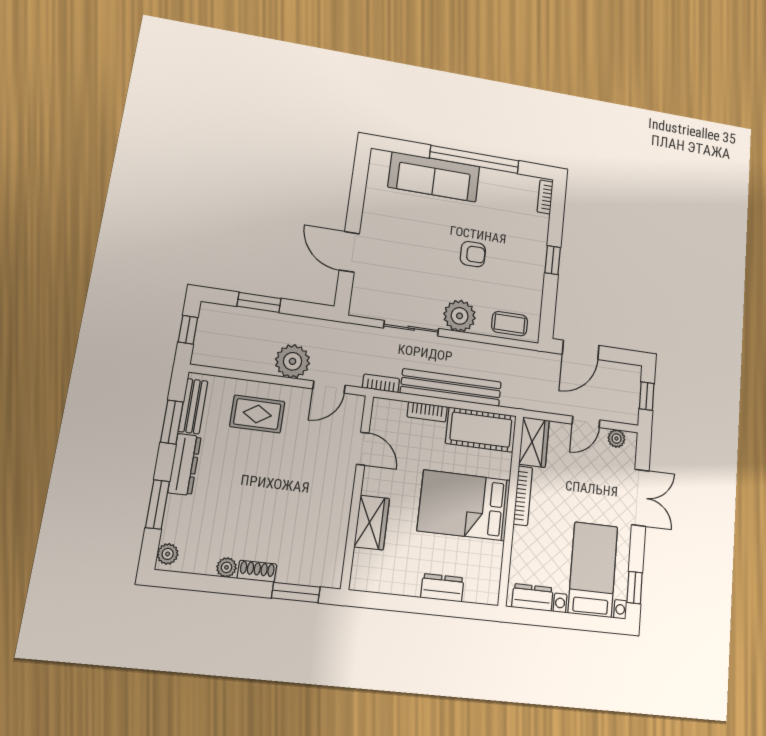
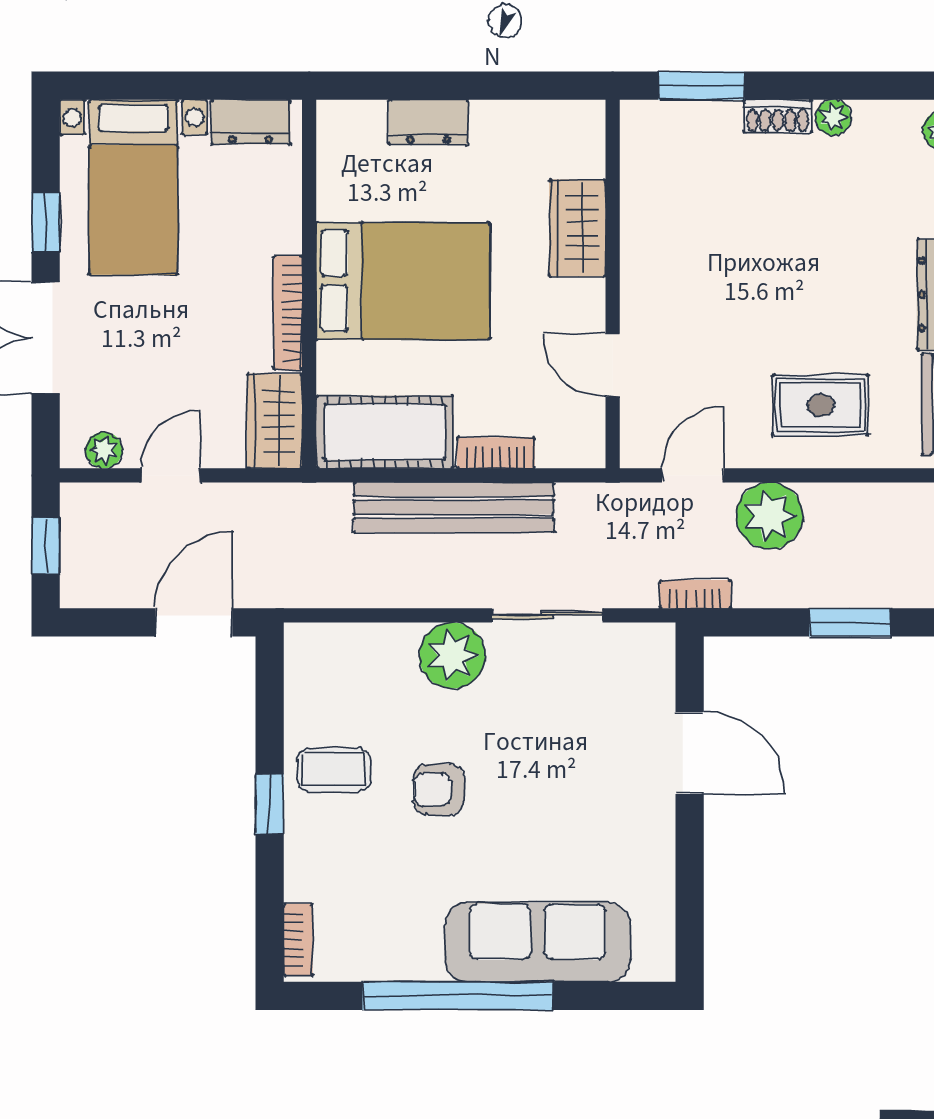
coffee table: (510, 324) -> (334, 770), moved
bookcase: (381, 383) -> (695, 594), moved, turned 180
window: (635, 588) -> (46, 222), moved

